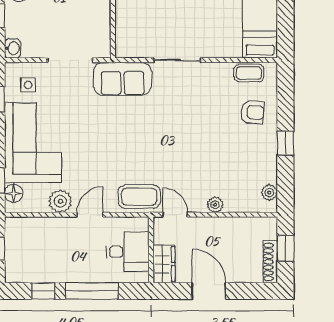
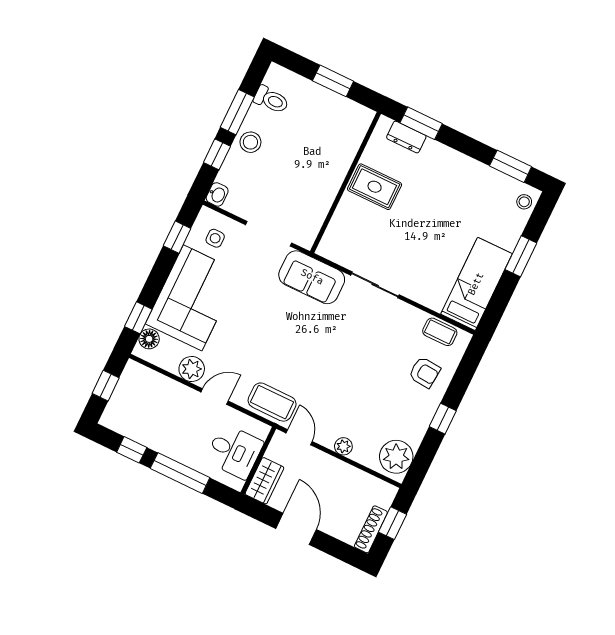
plant: (269, 192) -> (396, 457), width x1.88, depth x1.88

